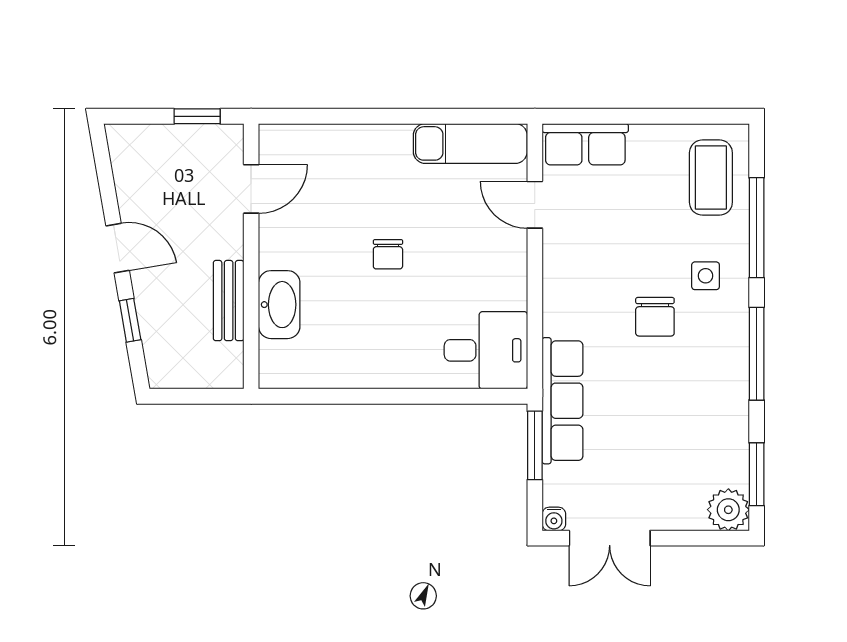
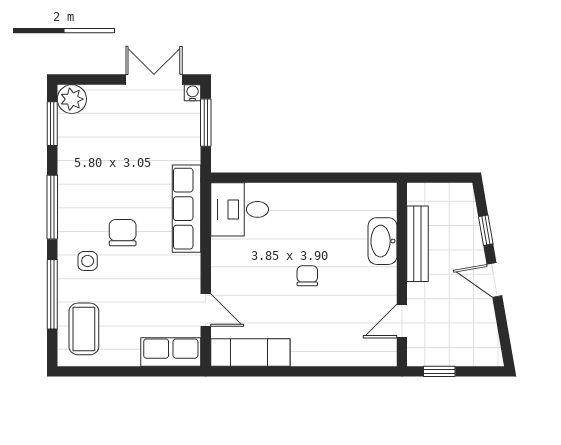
bench: (229, 301) -> (418, 244), width x1.36
row of seats: (563, 401) -> (187, 209), moved
window: (535, 445) -> (206, 123), moved

